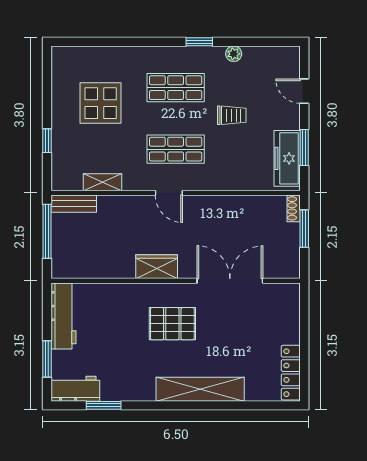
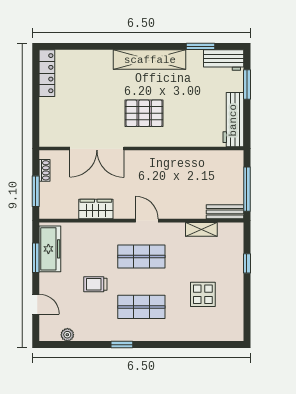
plant: (234, 54) -> (67, 335), moved
display table: (101, 103) -> (203, 294), width x0.73, depth x0.73
shoe rack: (294, 208) -> (45, 170), moved
wardrobe: (157, 267) -> (96, 209), moved, turned 180
shelving: (200, 389) -> (150, 60), moved

